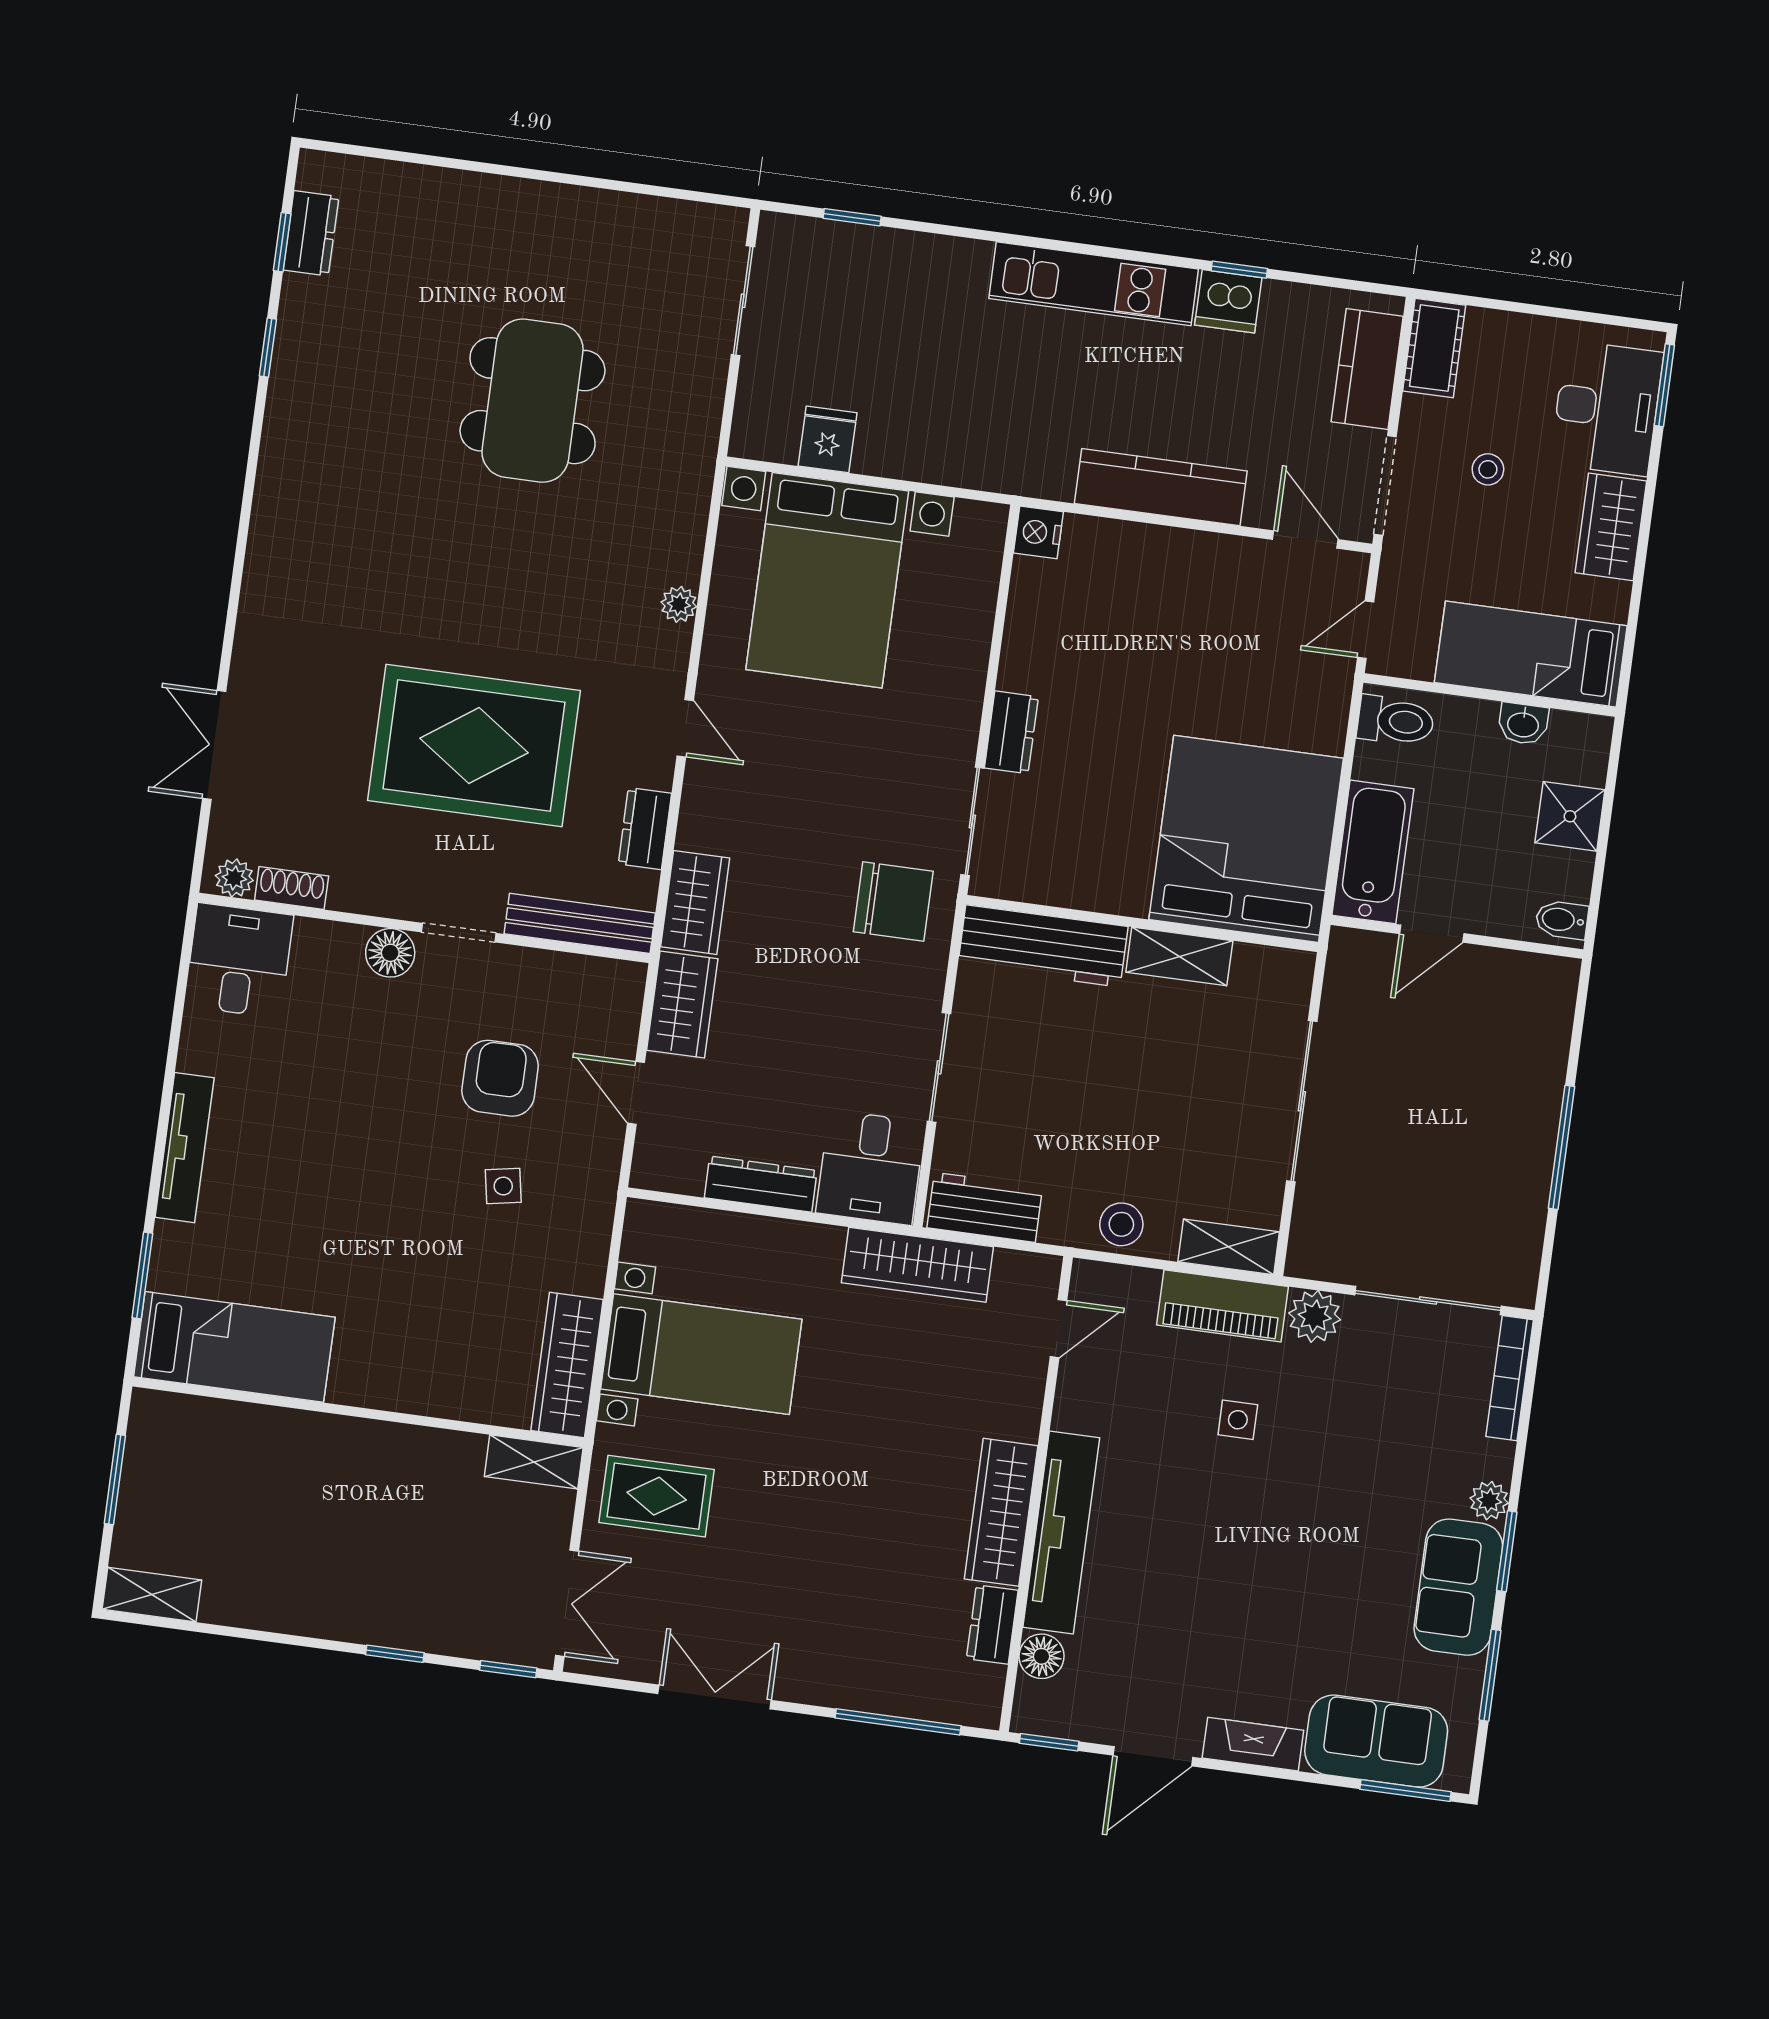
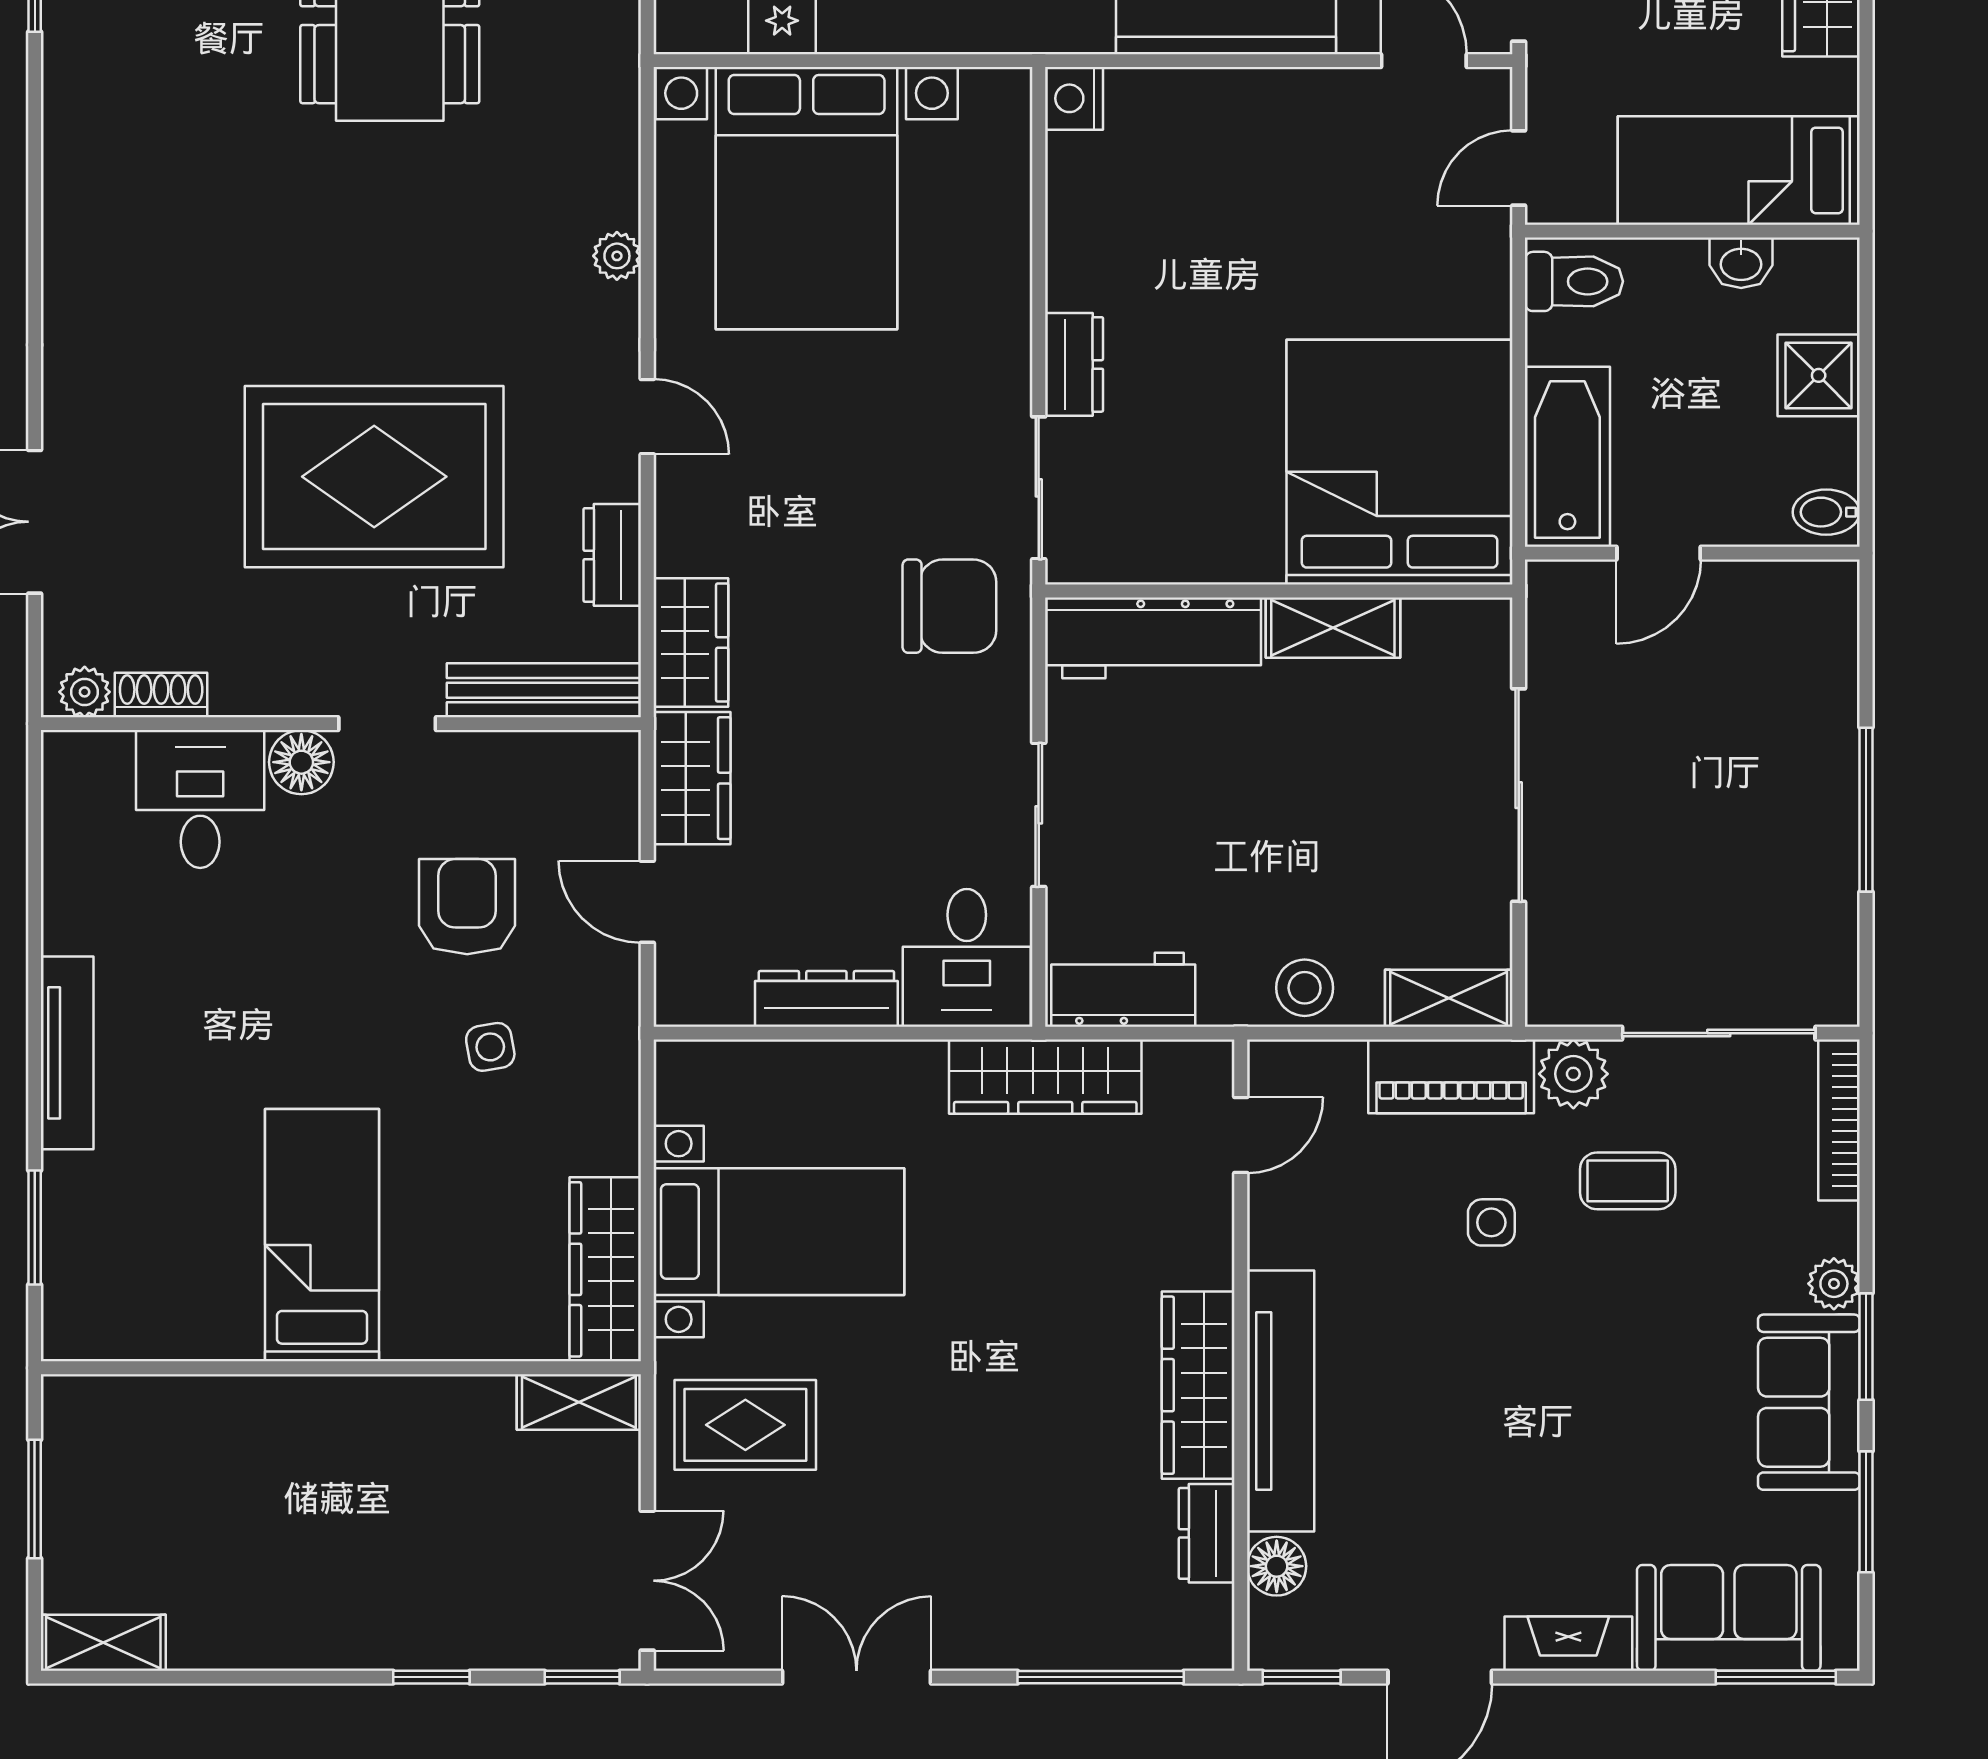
desk: (239, 961) -> (200, 799), moved
bed: (234, 1347) -> (322, 1235), moved, turned -90
coffee table: (1345, 1402) -> (1628, 1181), added

